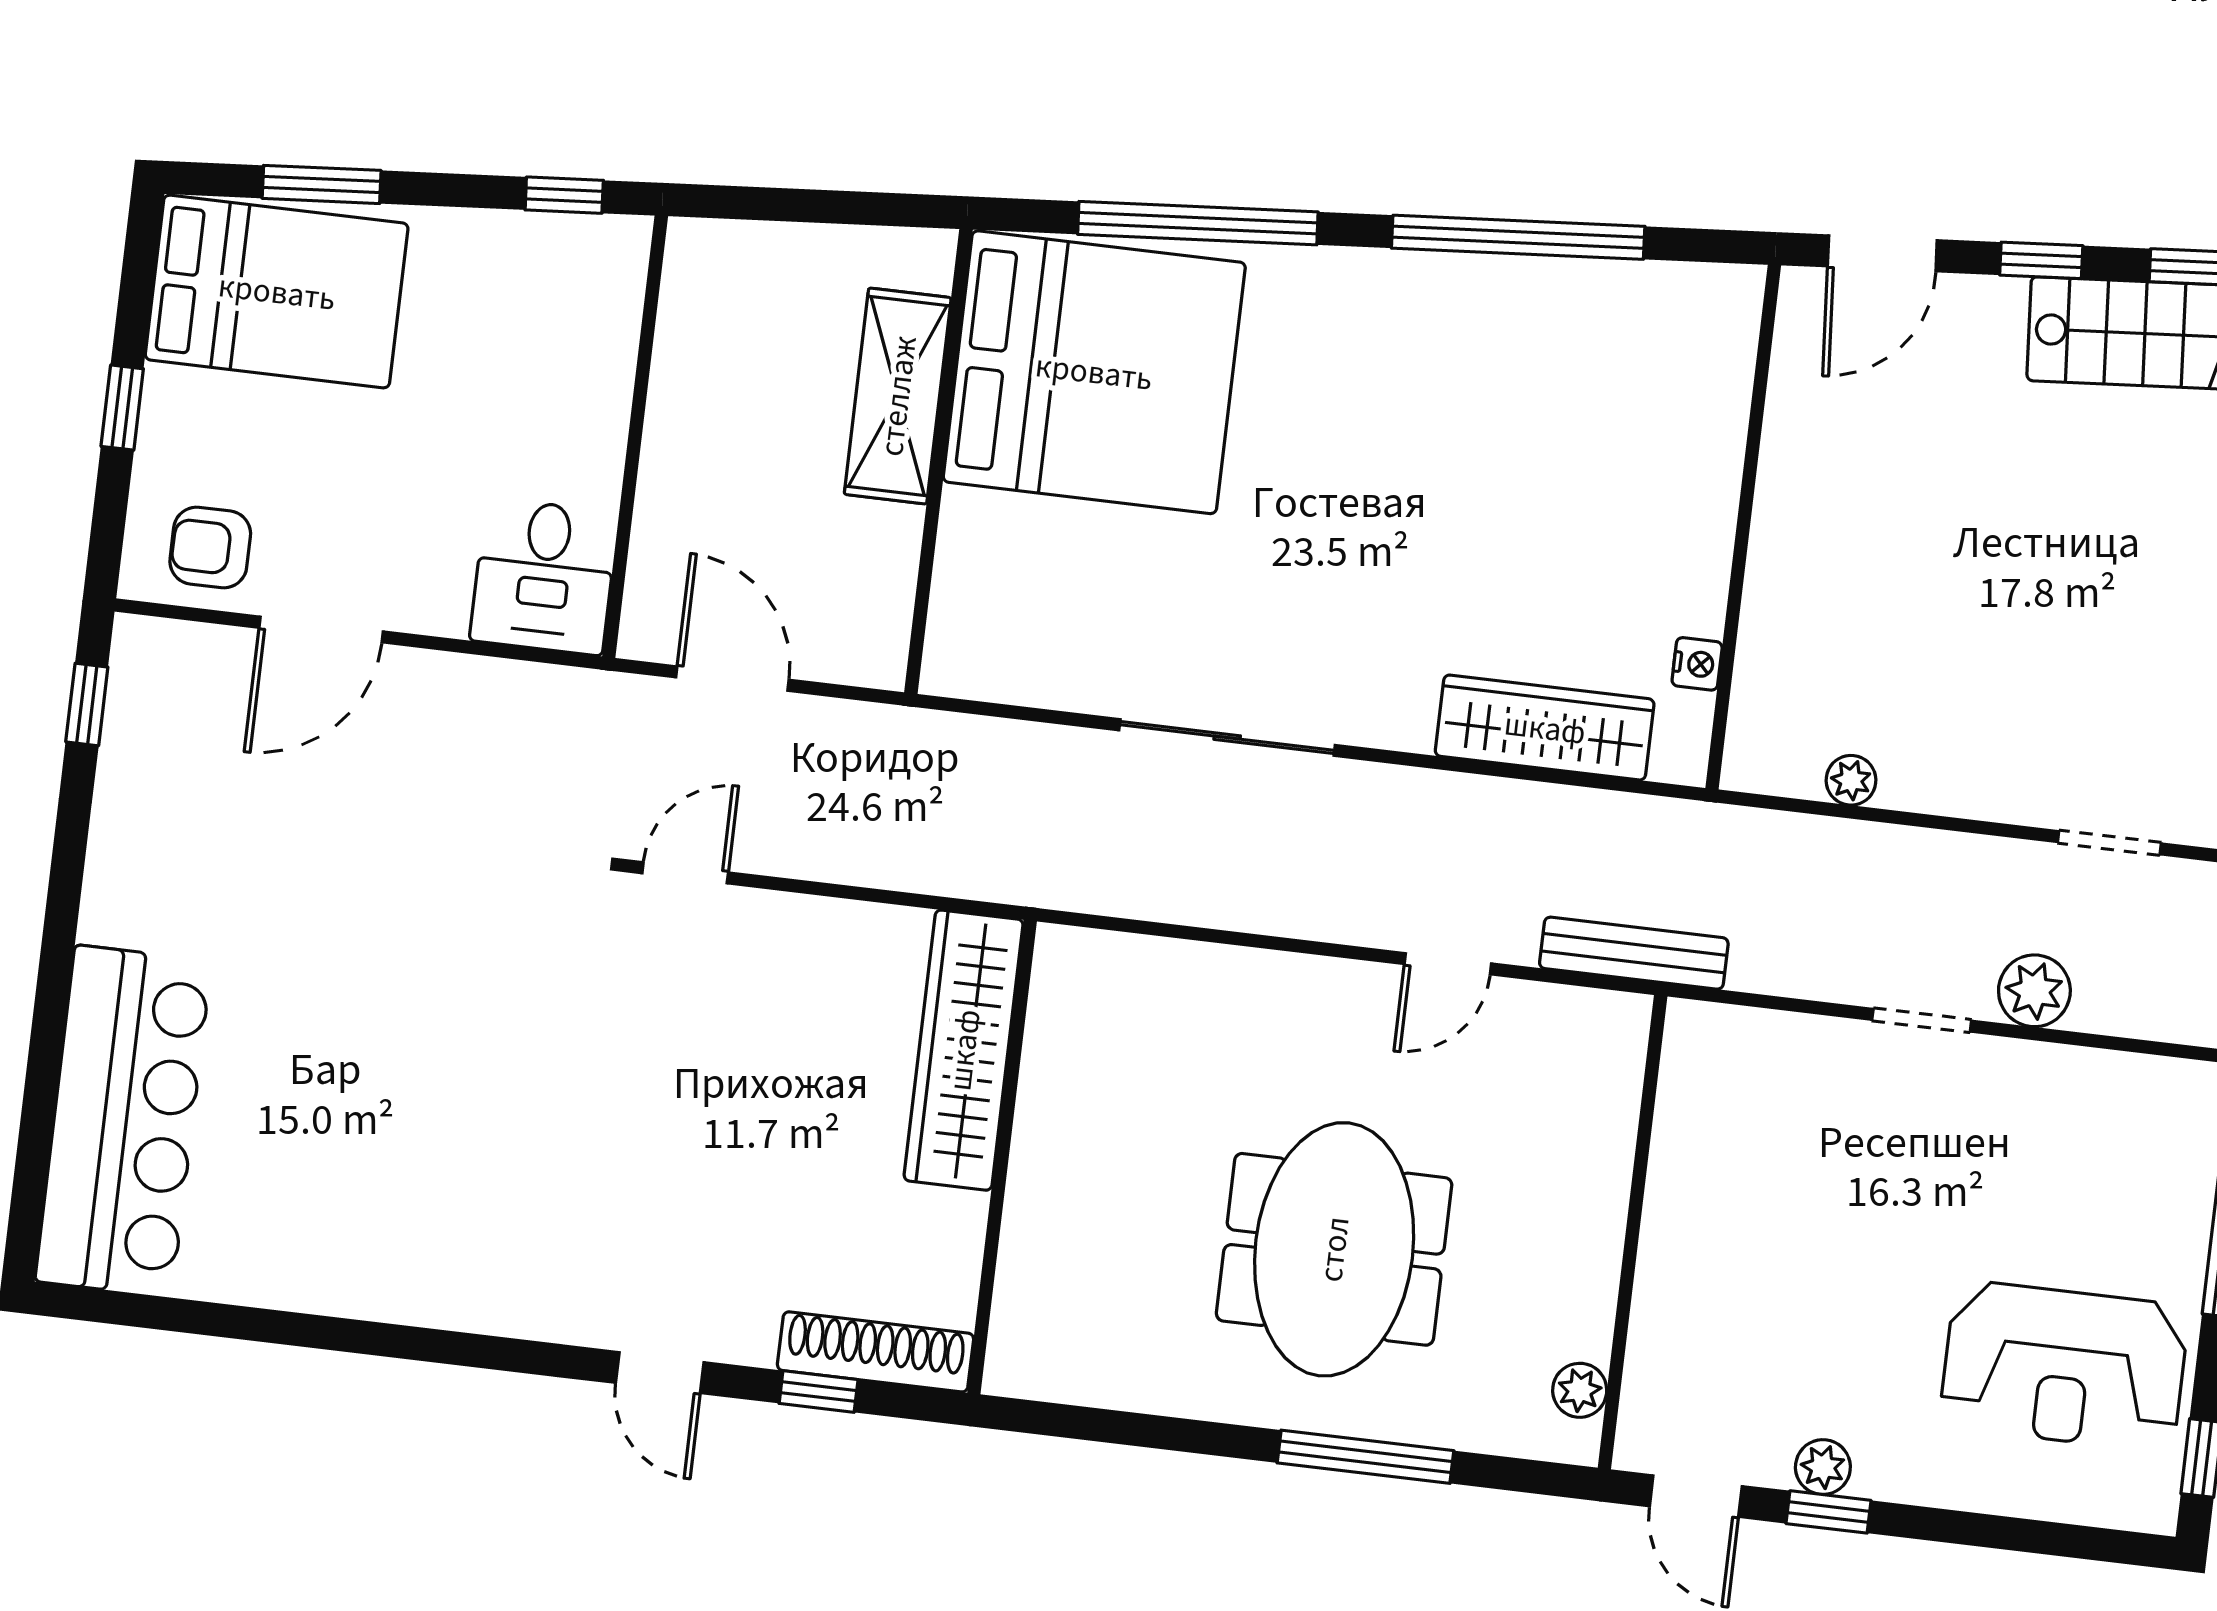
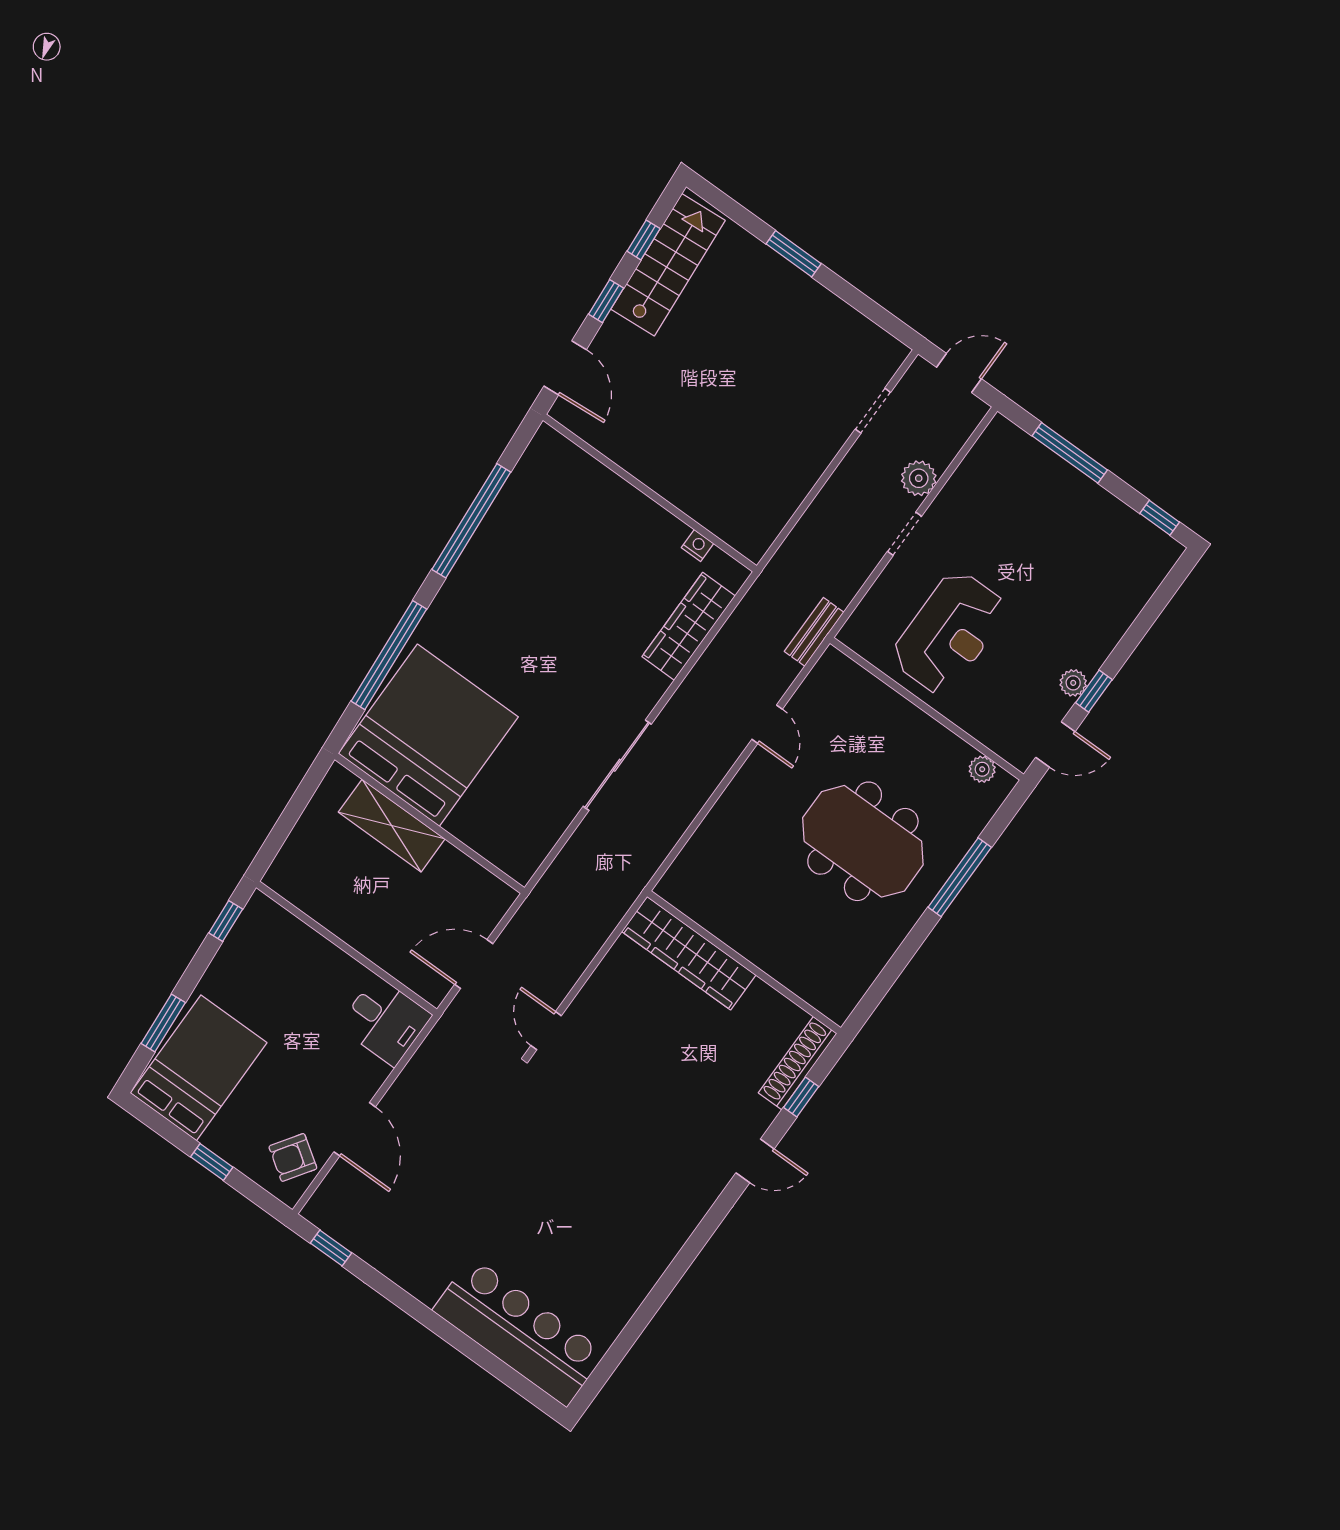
armchair: (210, 548) -> (293, 1157), turned 34
plant: (1851, 780) -> (784, 507), removed
bench: (1634, 953) -> (814, 632), width x0.73
reception desk: (2064, 1366) -> (949, 633), moved

